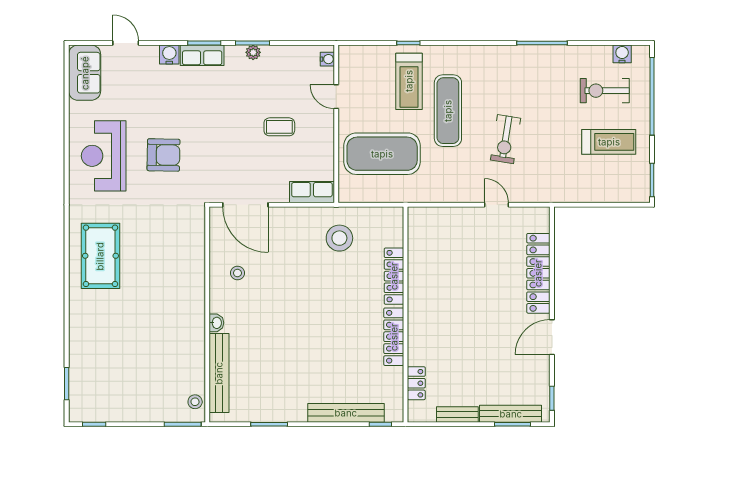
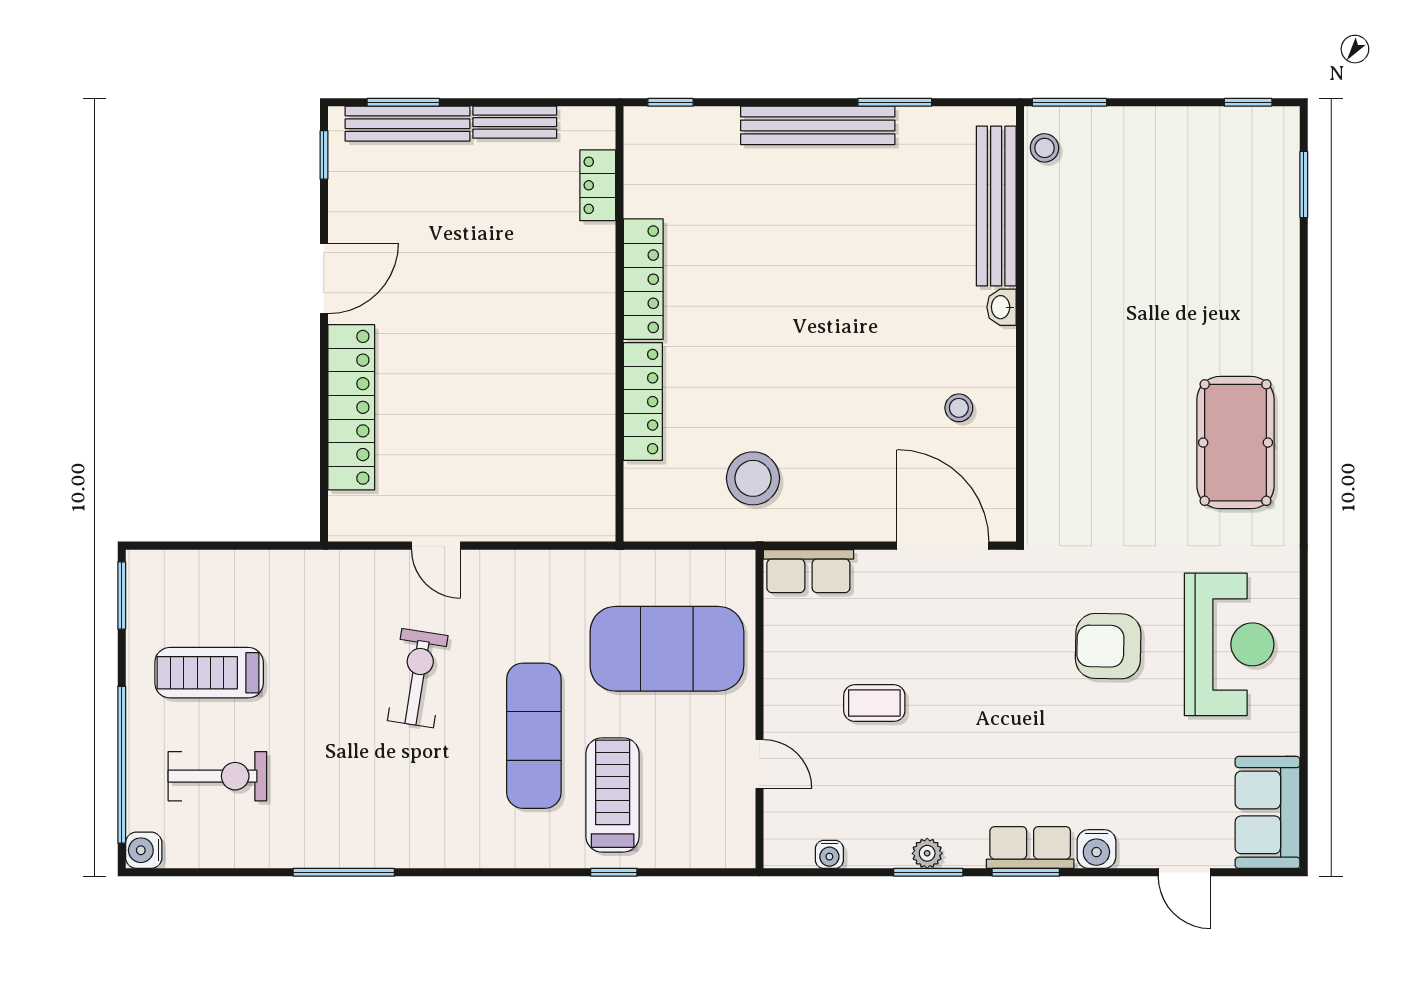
water cooler: (622, 54) -> (144, 850), moved, turned 90
water cooler: (327, 59) -> (829, 854), moved, turned -90
bench: (346, 413) -> (818, 125), moved

